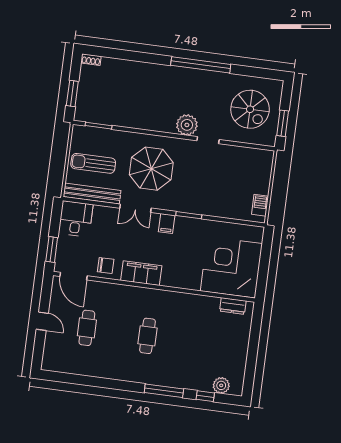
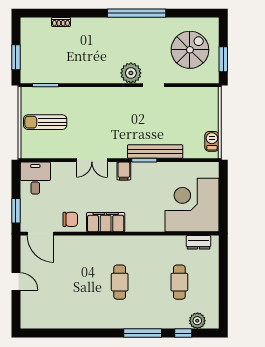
shoe rack: (91, 60) -> (61, 22), moved
spiral stairs: (250, 109) -> (190, 50), turned -90
parasol: (151, 169) -> (102, 120), removed
bench: (92, 194) -> (155, 152), moved
cafe table: (87, 328) -> (179, 282), moved

